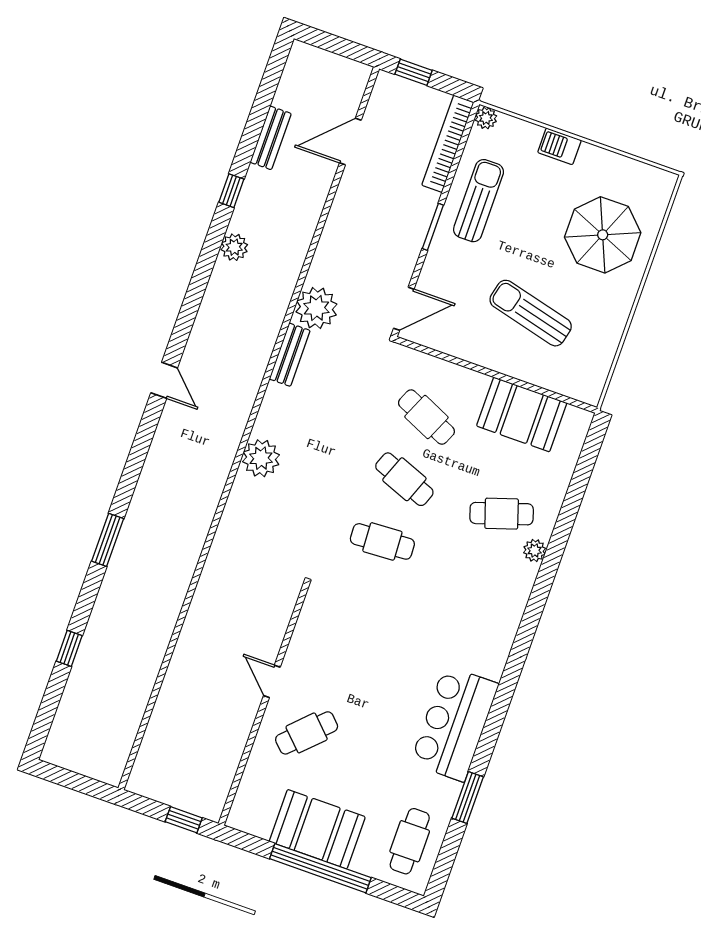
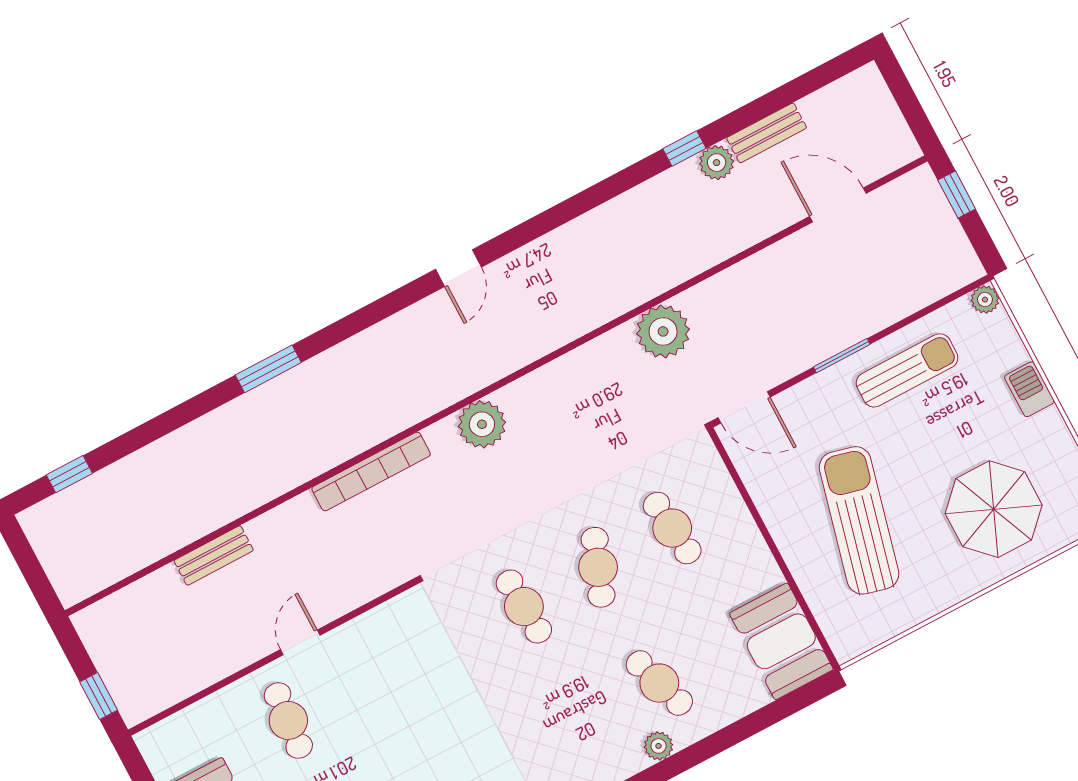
bookcase: (448, 144) -> (371, 471), moved, turned 180
plant: (234, 247) -> (717, 163), moved
sun lounger: (531, 313) -> (859, 520), width x1.36, depth x1.34
bench: (290, 355) -> (214, 555), moved
booth: (522, 414) -> (781, 641), moved
cafe table: (426, 417) -> (672, 528), turned -30
window: (69, 648) -> (69, 474), moved
cafe table: (307, 733) -> (288, 720), turned 50

